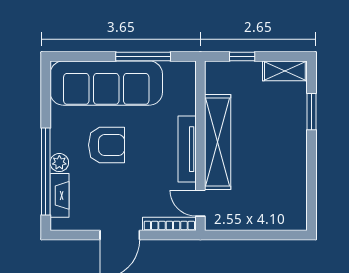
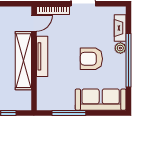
sofa: (106, 83) -> (101, 100), width x0.74, depth x0.79
window: (46, 172) -> (129, 60), moved
door: (200, 203) -> (34, 23), hinge flipped

